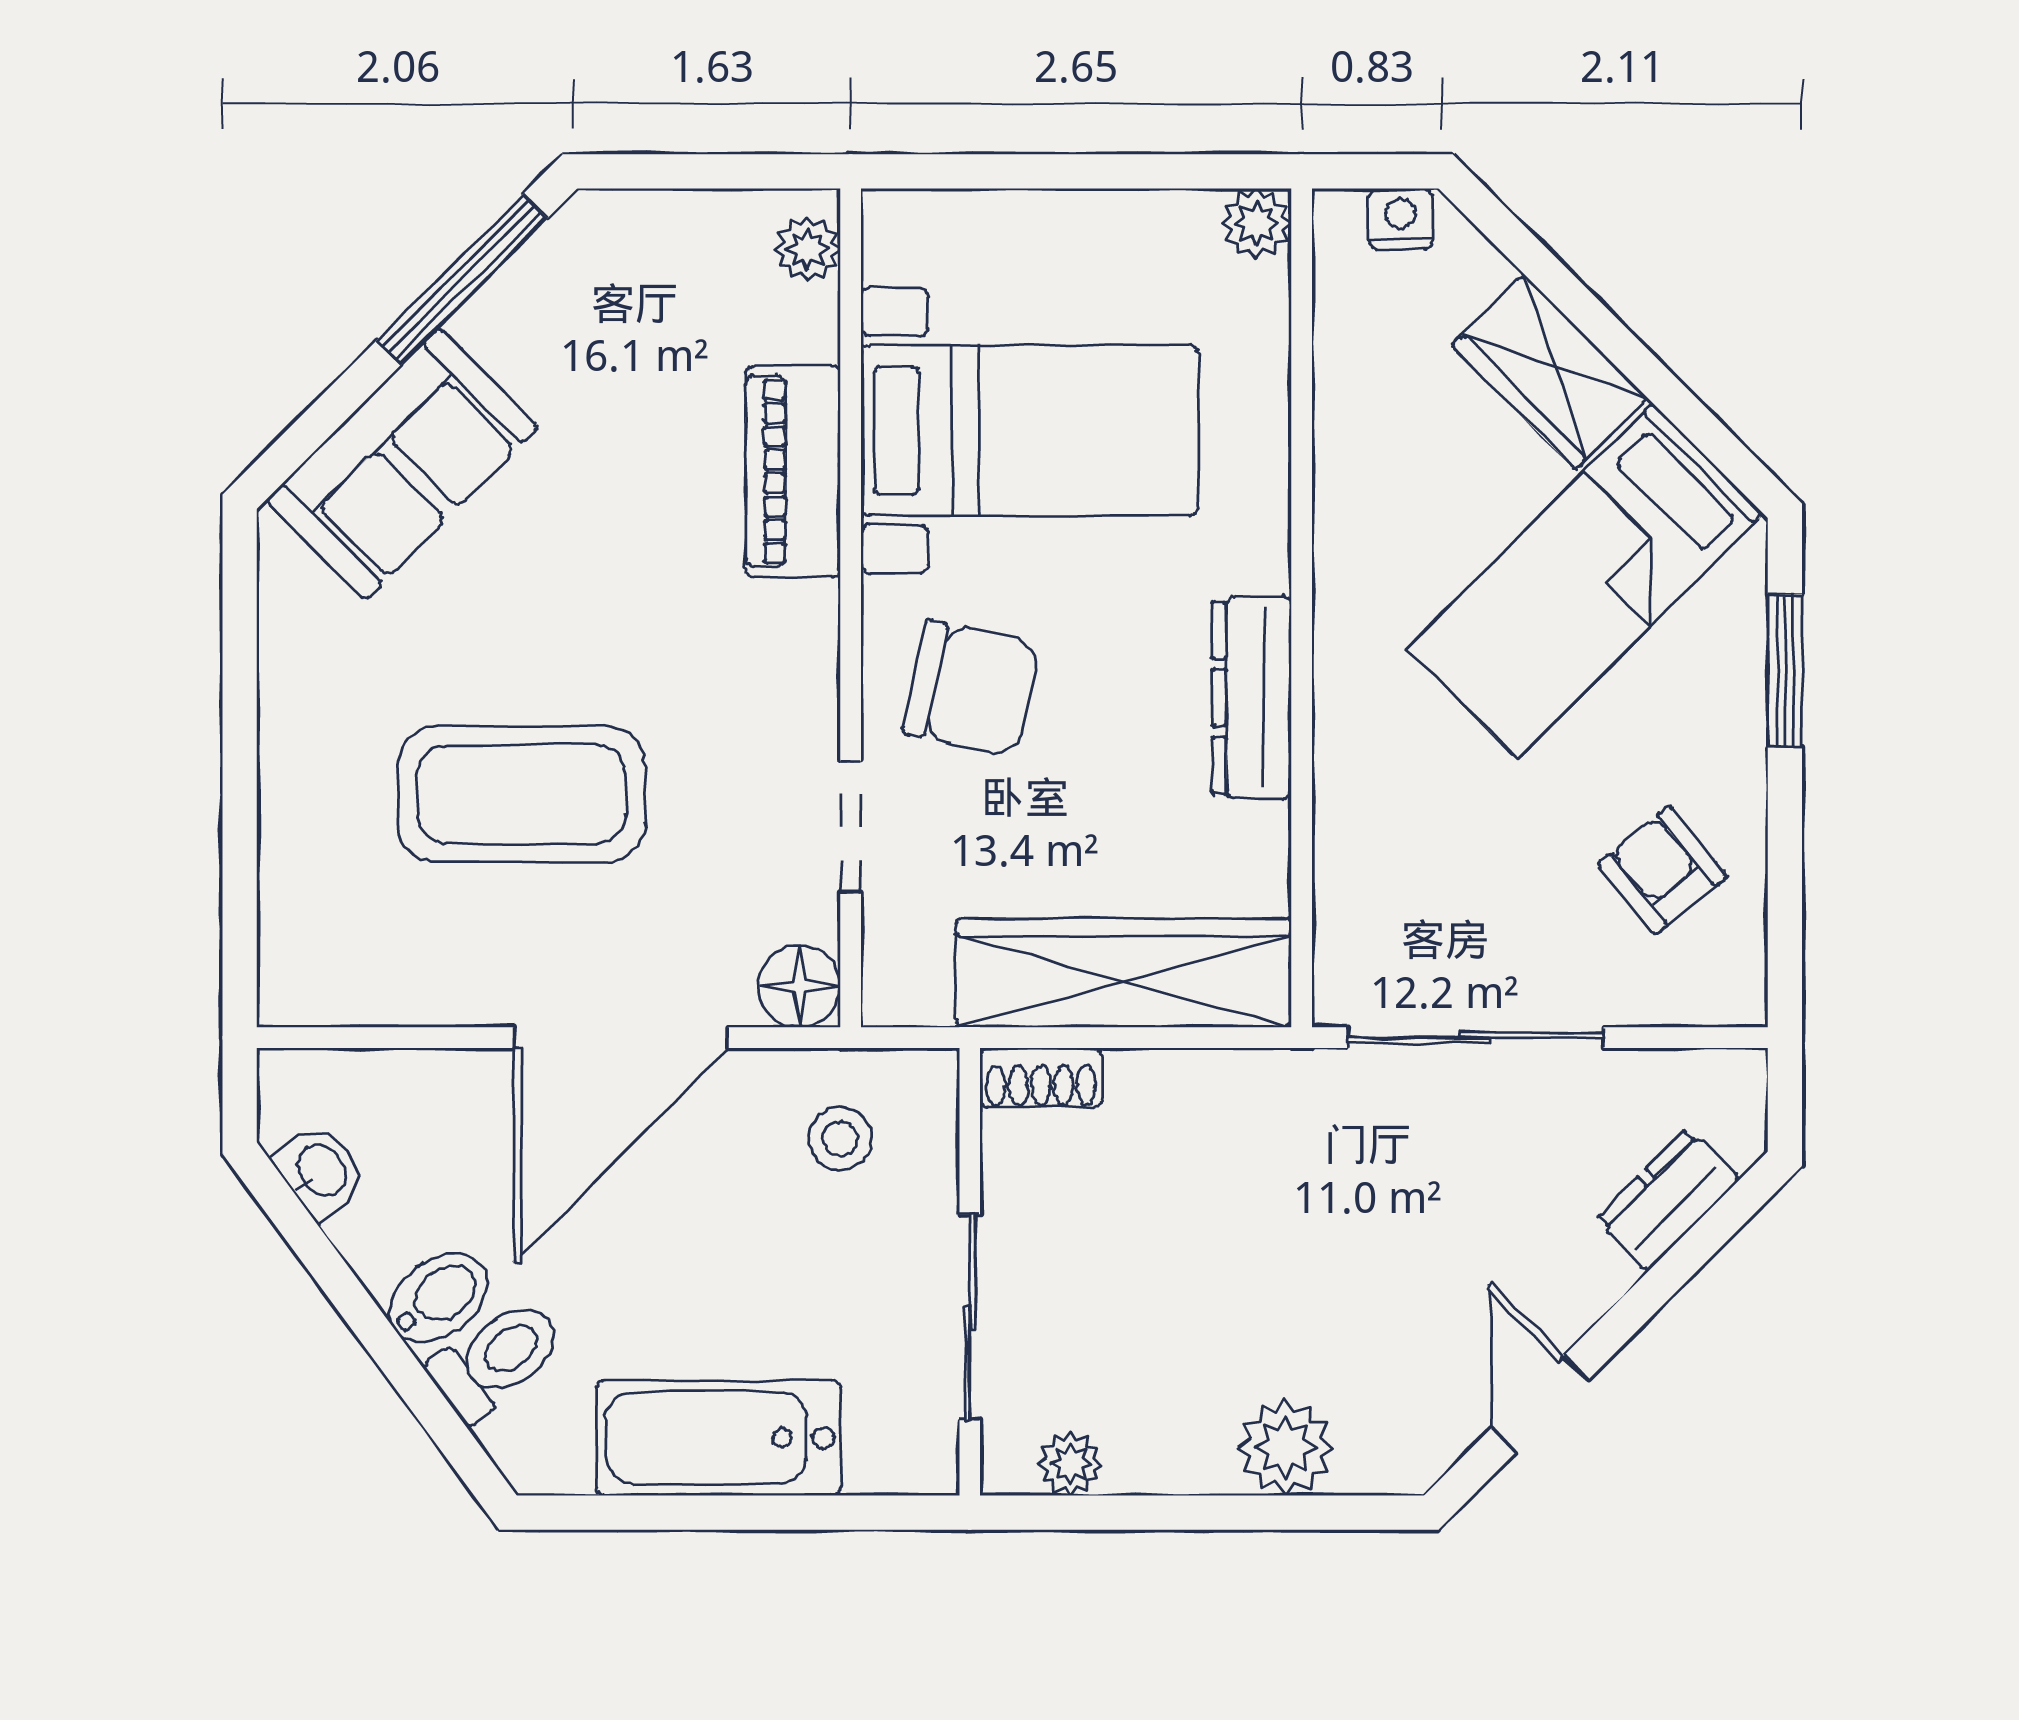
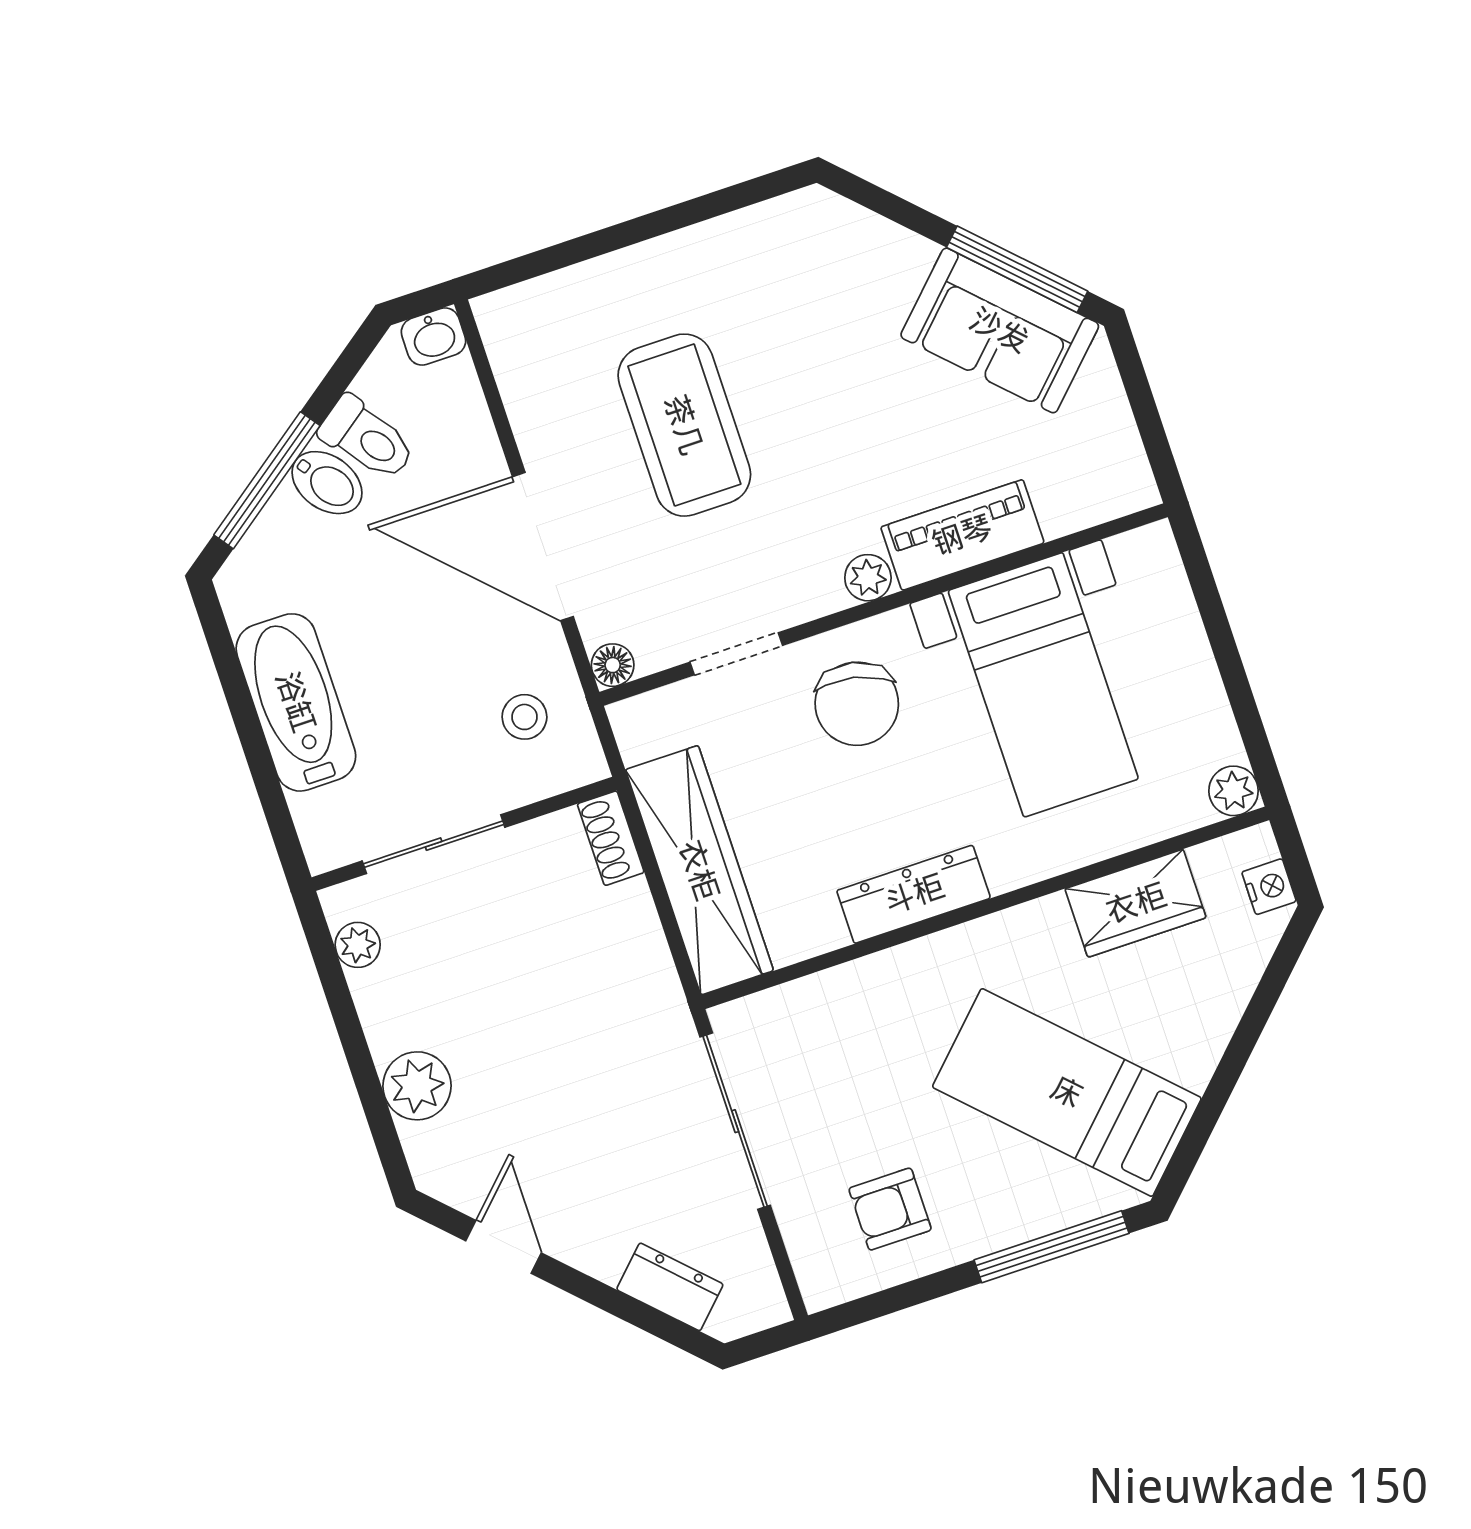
plant: (808, 249) -> (868, 578), moved
wardrobe: (1550, 372) -> (1136, 903), moved, turned -135
sofa: (402, 464) -> (1000, 330), moved
window: (1785, 671) -> (1052, 1247), width x1.44
armchair: (1662, 870) -> (890, 1209), turned -141
floor lamp: (799, 986) -> (613, 665), width x0.73, depth x0.73
washbasin: (320, 1171) -> (433, 336), moved, turned 36
toilet: (497, 1359) -> (367, 438), moved
window: (409, 1377) -> (267, 480), added
door: (1540, 1404) -> (504, 1247), hinge flipped

